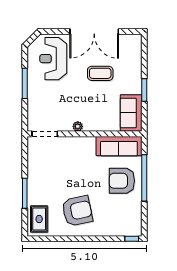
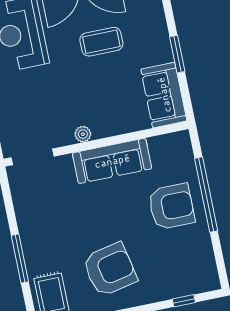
sofa: (119, 146) -> (112, 161), moved
armchair: (122, 181) -> (171, 206), turned 180
window: (132, 239) -> (184, 301), moved

